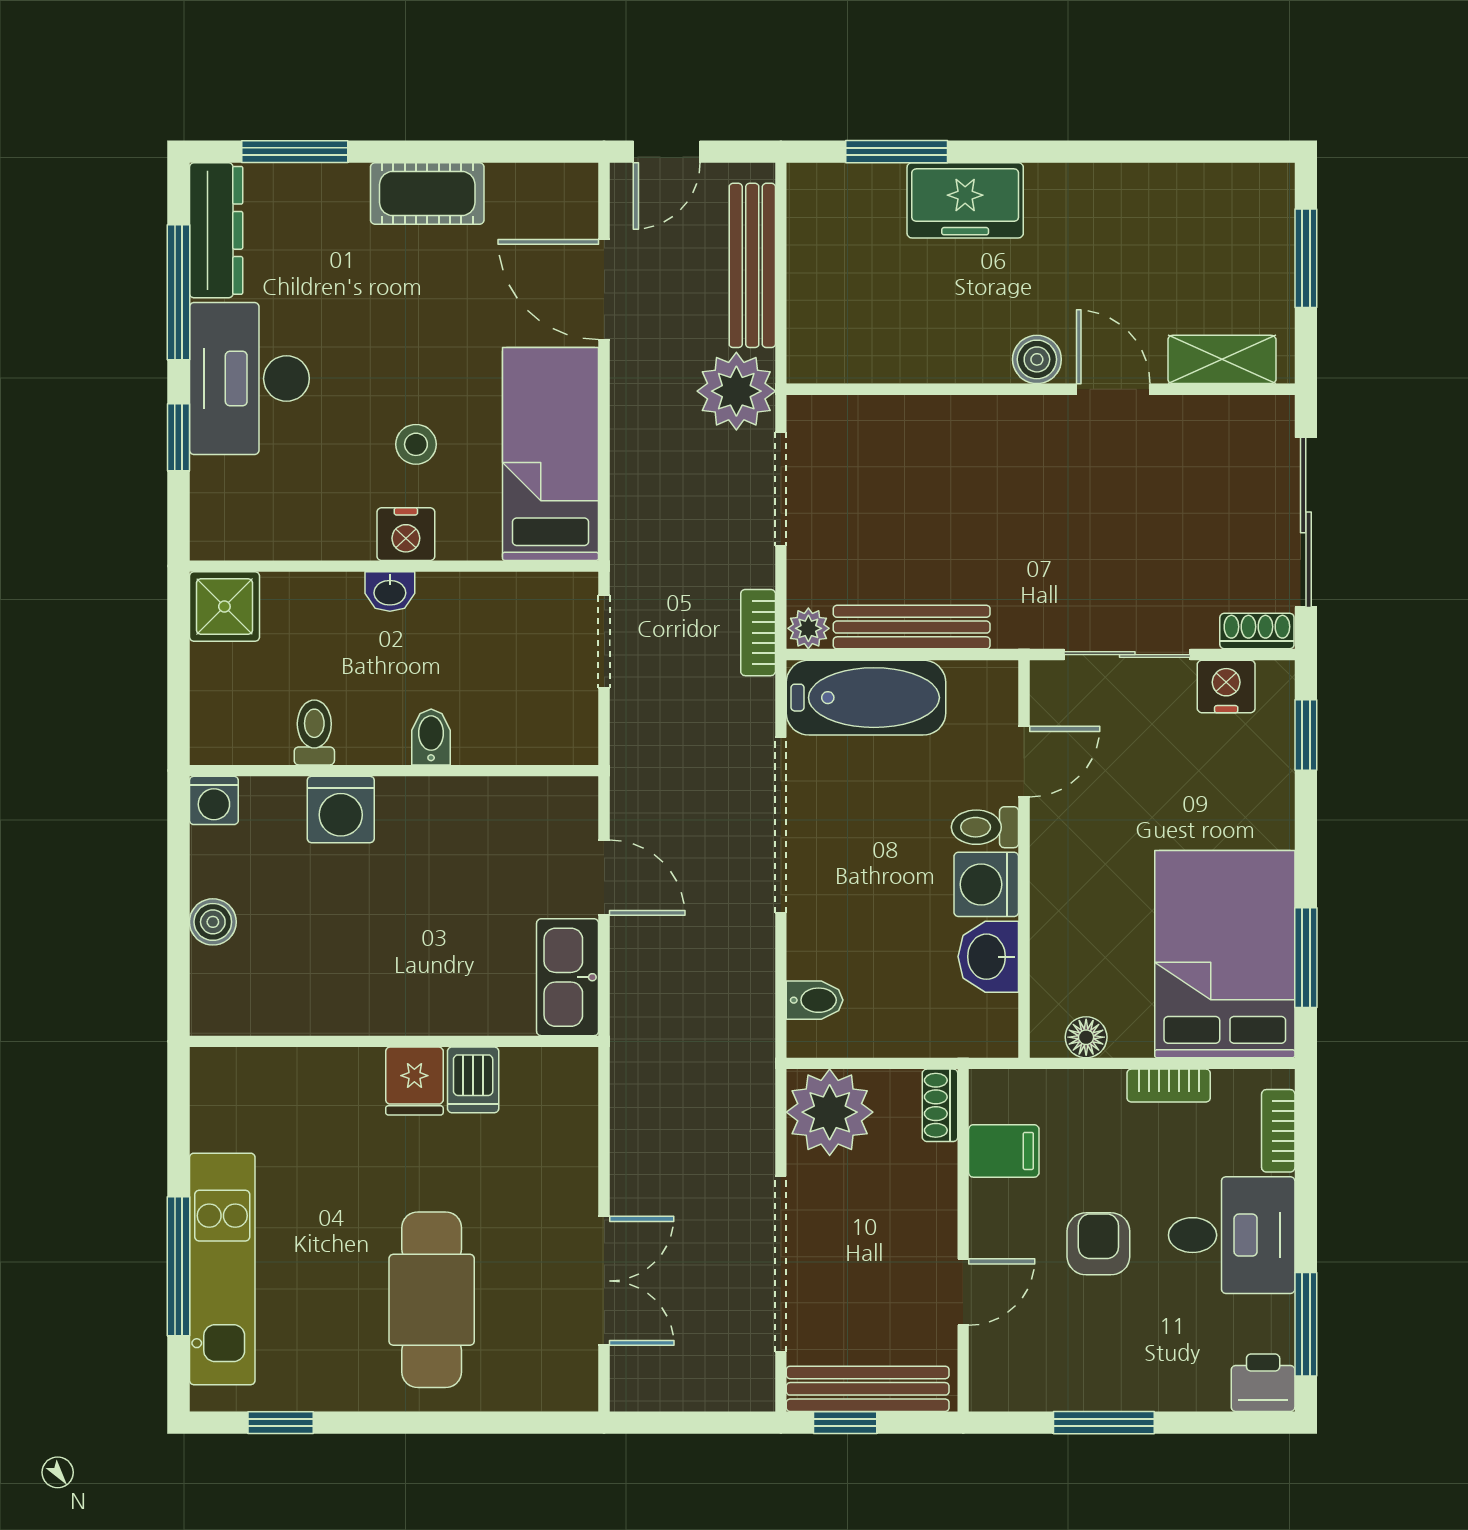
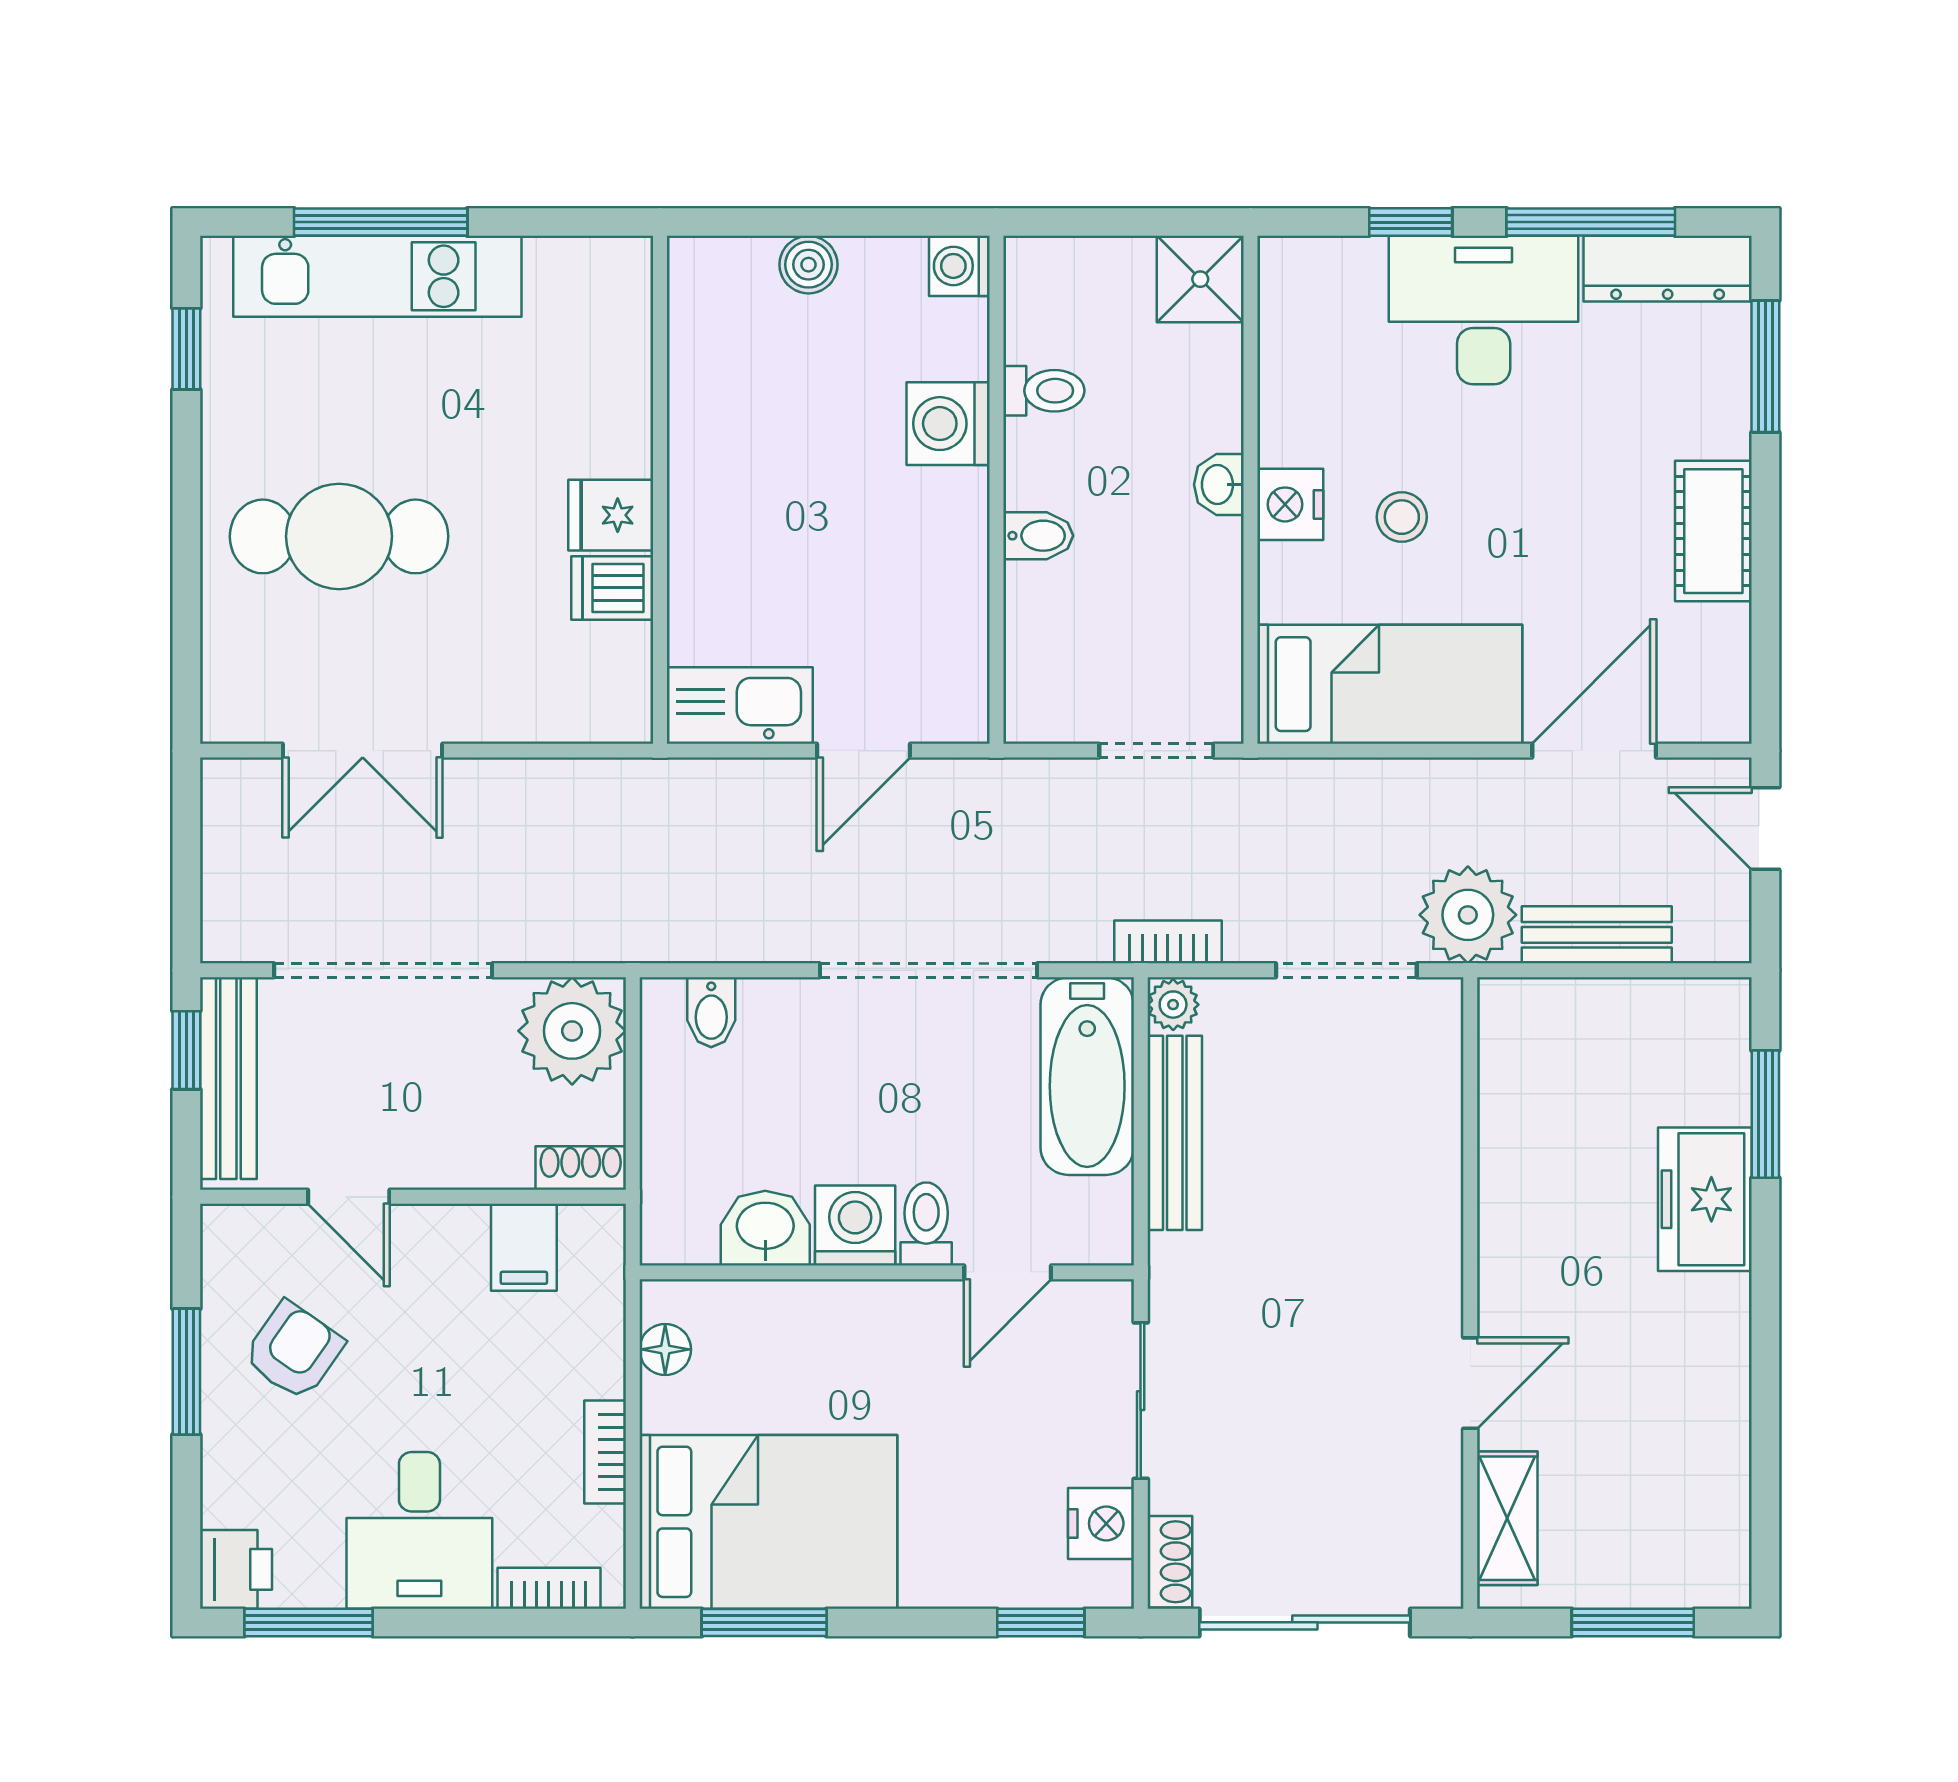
bench: (752, 265) -> (1597, 935), width x0.73
boiler: (1037, 359) -> (1507, 1288), removed
door: (1024, 762) -> (1008, 1272), hinge flipped
armchair: (1098, 1244) -> (294, 1351), moved, turned -55

